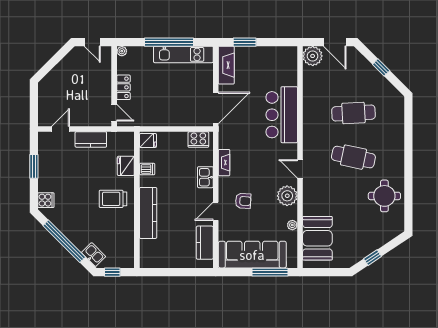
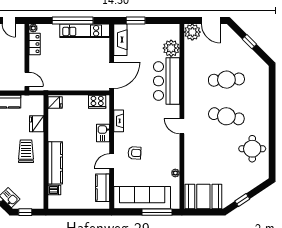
locker: (123, 87) -> (35, 44), moved
dishwasher: (147, 169) -> (54, 190), moved
plant: (287, 196) -> (171, 48), moved
trolley: (113, 199) -> (26, 151), turned 90
booth: (317, 238) -> (203, 196), moved, turned 90

